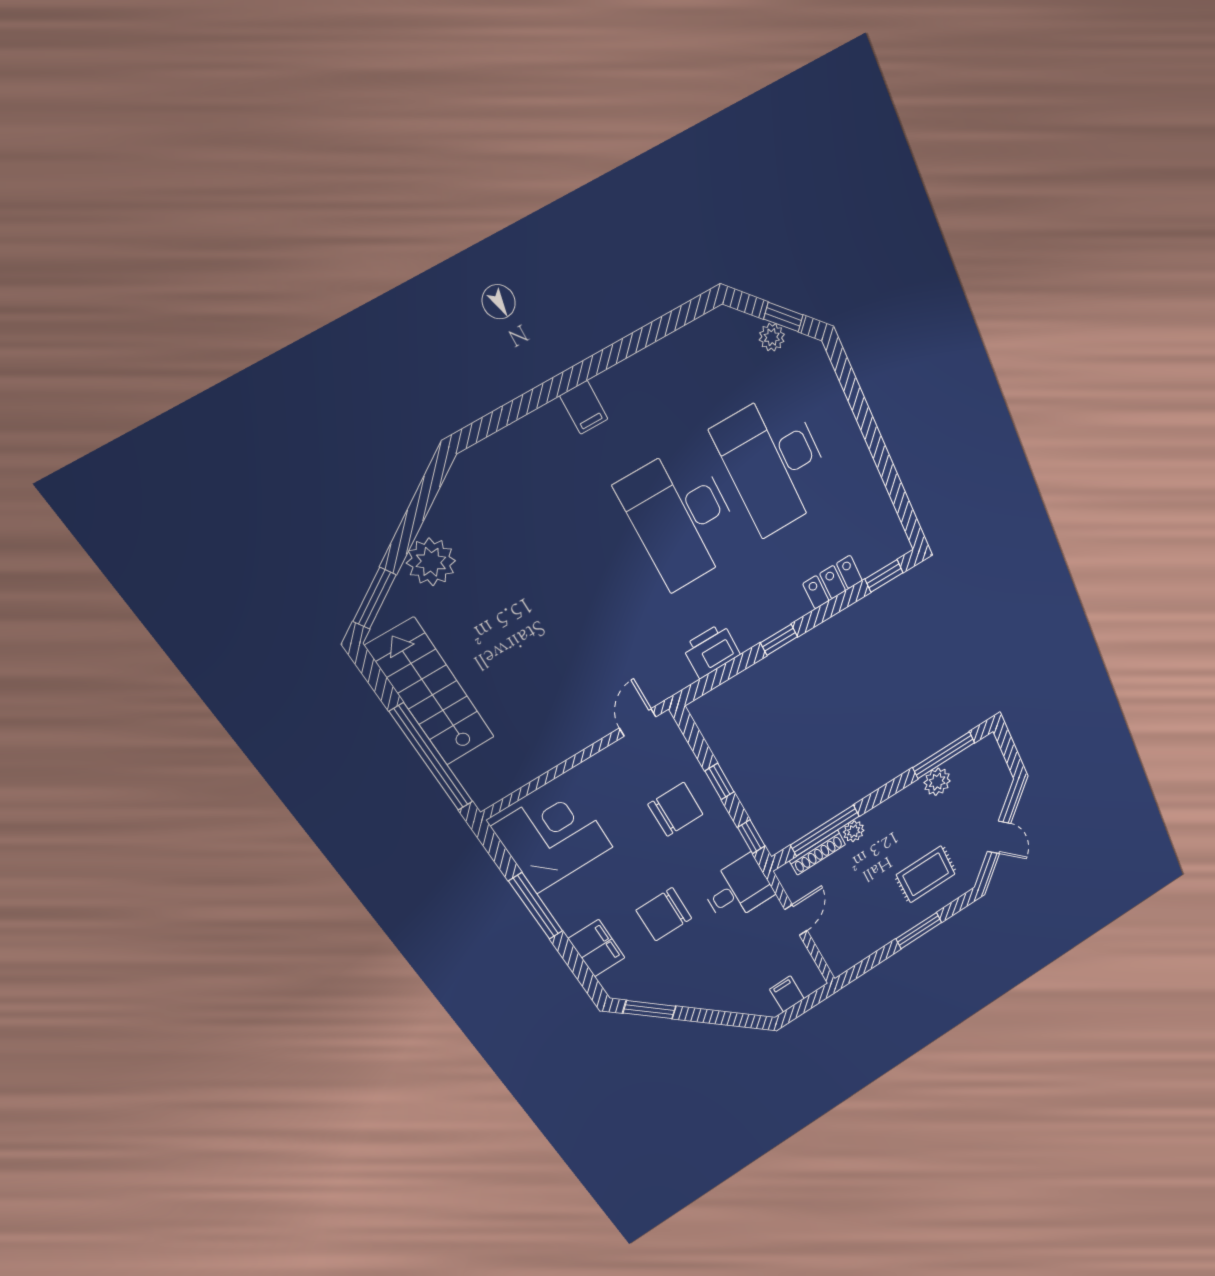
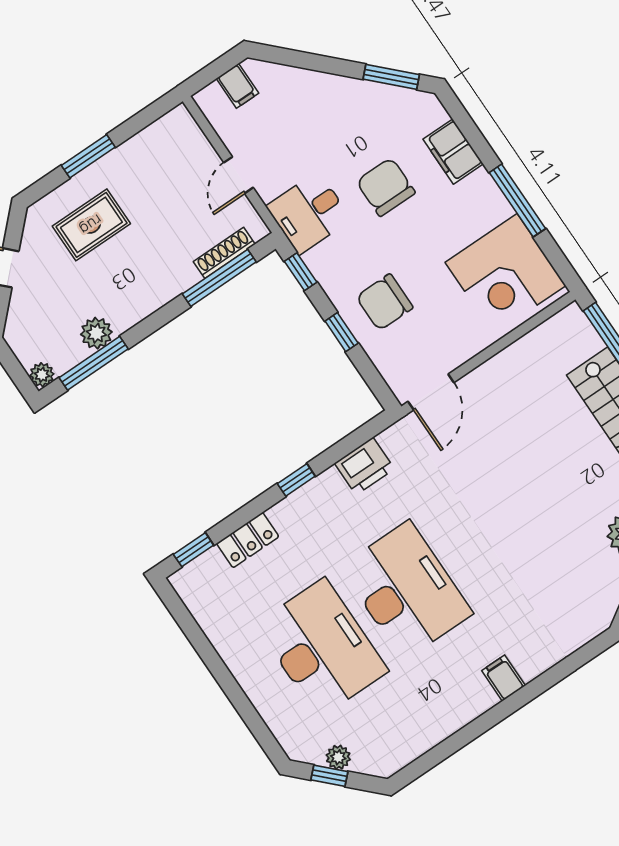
door: (638, 722) -> (431, 392), width x1.38
plant: (854, 831) -> (42, 375), moved
chair: (664, 914) -> (386, 187), turned -90

